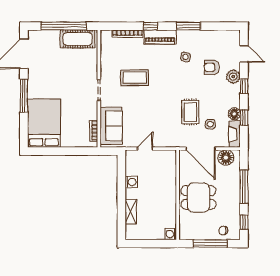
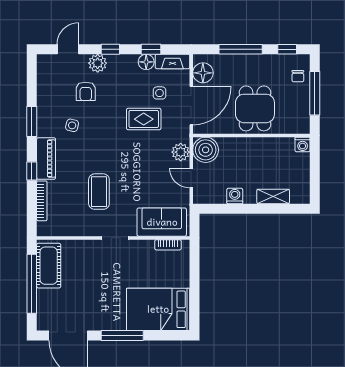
plant: (165, 140) -> (181, 152), added
boiler: (167, 160) -> (206, 150), added

